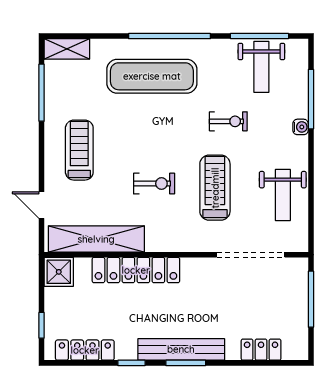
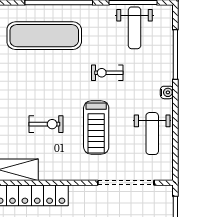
exercise bike: (228, 121) -> (107, 73), turned 180
water cooler: (301, 127) -> (167, 92), moved
treadmill: (215, 188) -> (96, 127), turned 180

